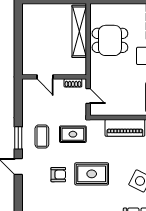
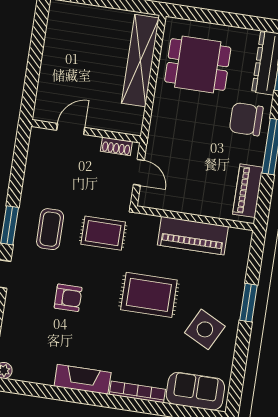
dining table: (110, 40) -> (198, 65), moved
door: (45, 77) -> (71, 129), swing flipped
rug: (92, 174) -> (149, 295), moved

